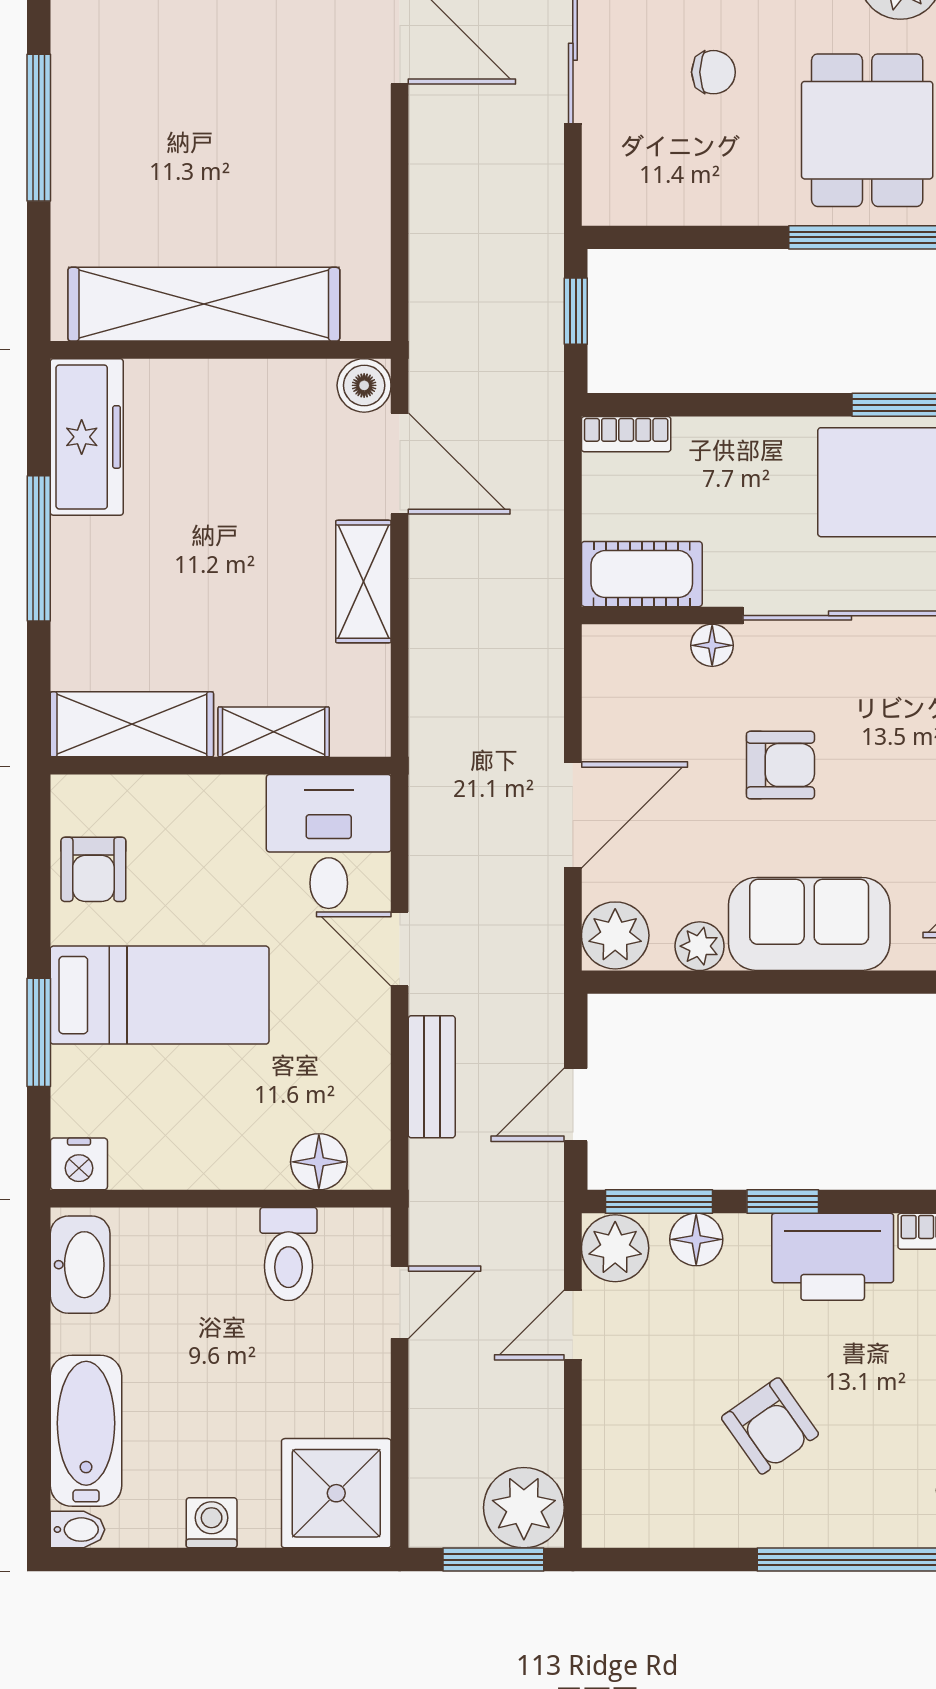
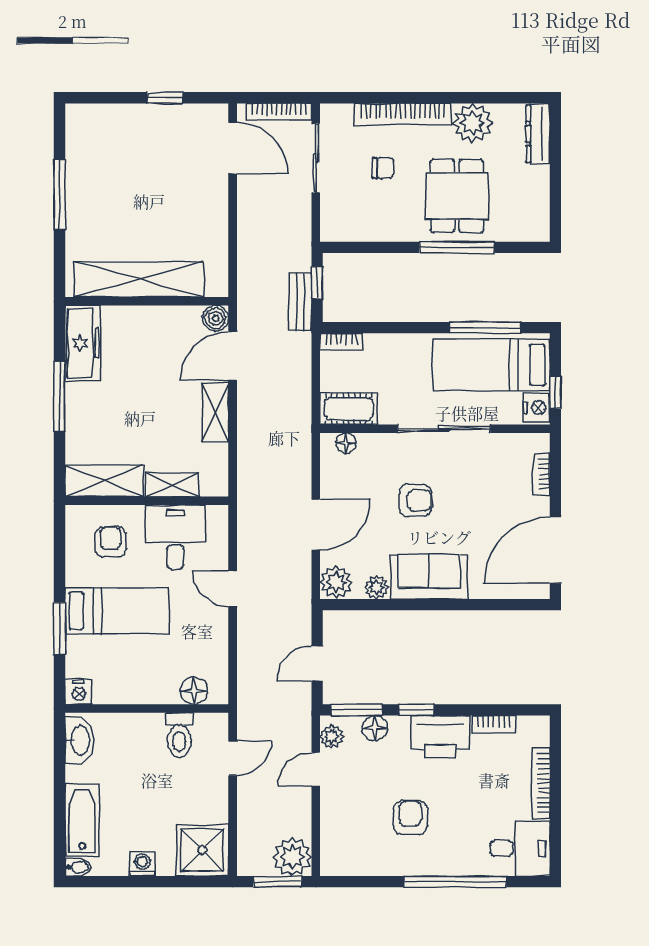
door: (400, 464) -> (233, 356), swing flipped
floor lamp: (712, 645) -> (346, 443), moved
desk: (329, 841) -> (175, 537), moved
armchair: (93, 869) -> (111, 542), moved, turned 180
bench: (432, 1077) -> (300, 302), moved
plant: (615, 1248) -> (332, 737), width x0.73, depth x0.73
armchair: (770, 1426) -> (410, 818), turned -145

